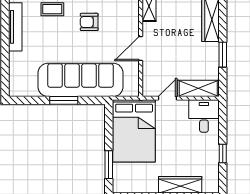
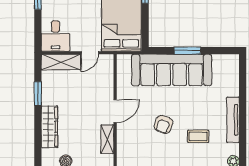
armchair: (89, 22) -> (163, 124), turned 111
door: (141, 49) -> (115, 111), moved

